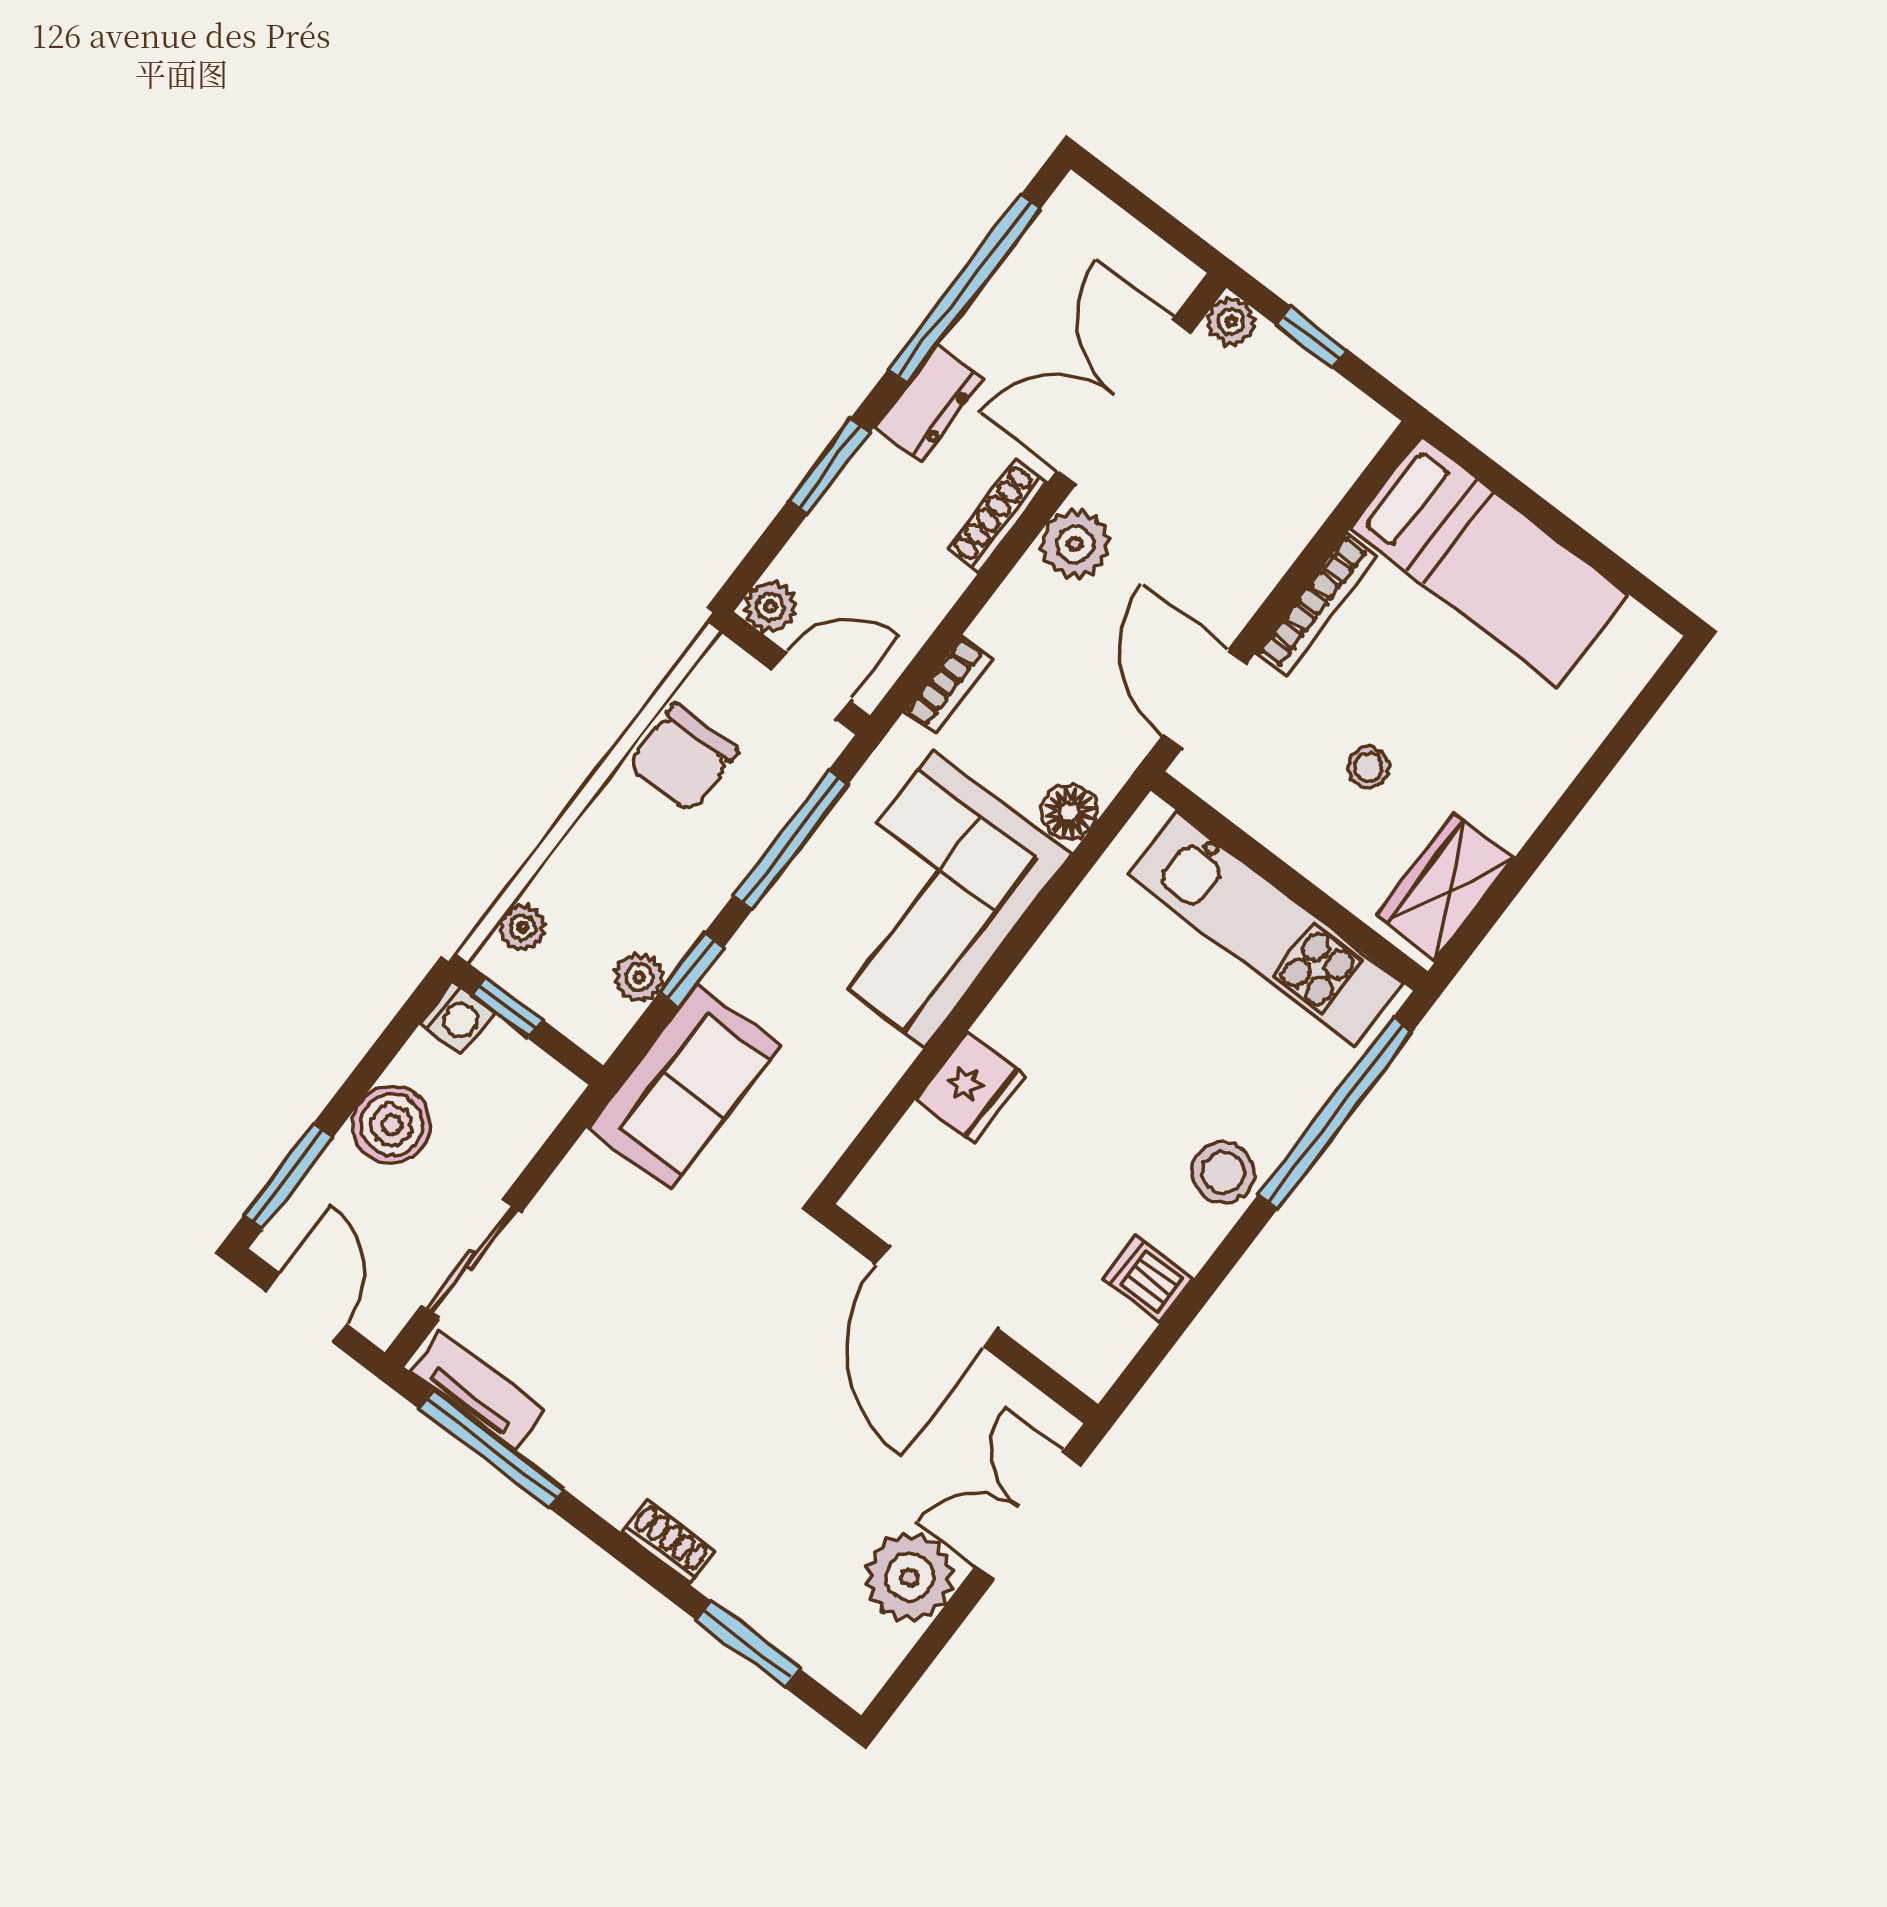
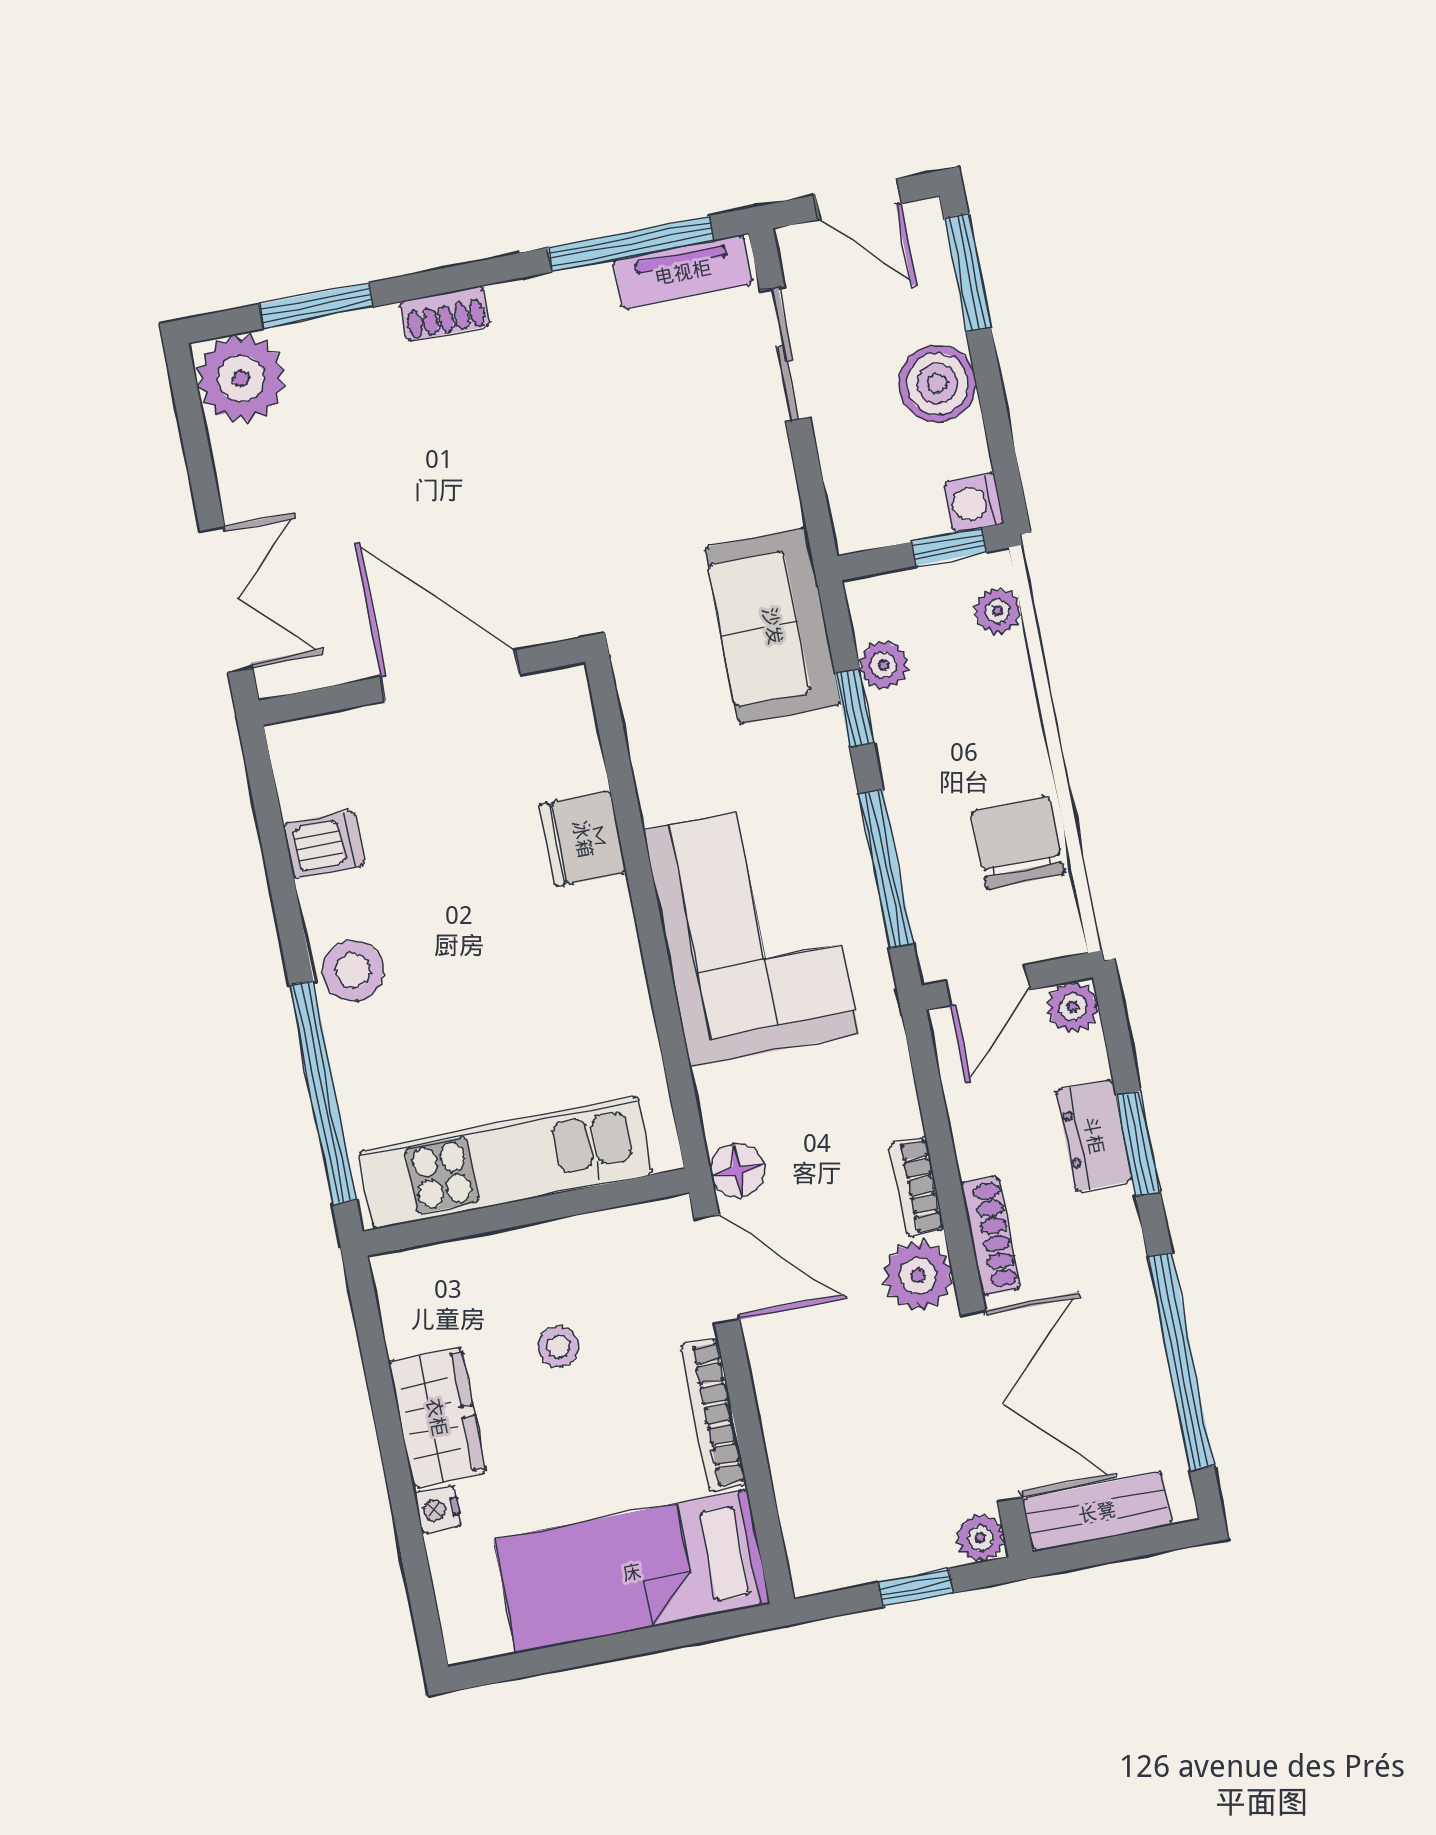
bench: (1133, 251) -> (1097, 1512), added
dresser: (929, 403) -> (1094, 1135), moved
bookcase: (948, 685) -> (917, 1187), moved
nightstand: (1572, 749) -> (438, 1510), added
floor lamp: (1069, 812) -> (738, 1170), moved
wardrobe: (1445, 887) -> (437, 1417), moved
plant: (910, 1577) -> (241, 378), moved

